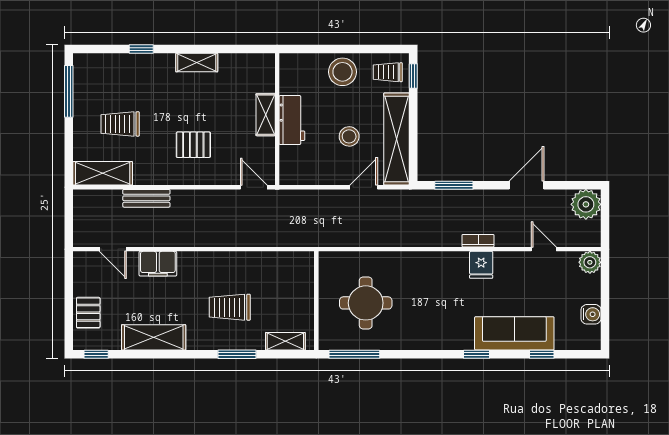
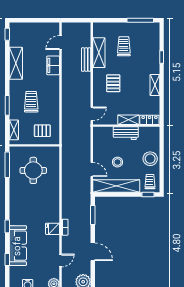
locker: (266, 73) -> (149, 120), added
shelving: (103, 173) -> (99, 53), moved
pallet: (88, 313) -> (42, 131), moved

